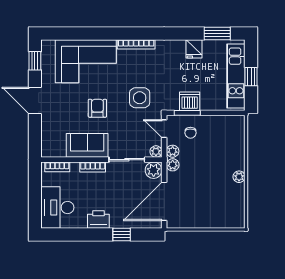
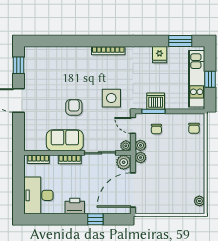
corner sofa: (86, 61) -> (64, 66), removed
chair: (233, 132) -> (194, 128), added
plant: (239, 177) -> (199, 201), moved

